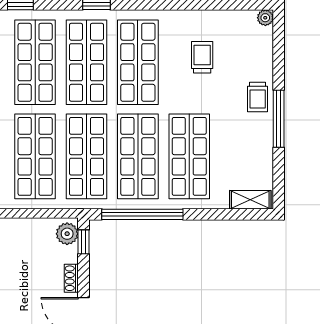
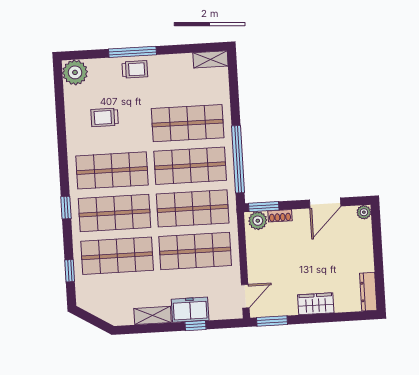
plant: (265, 18) -> (75, 72), width x1.88, depth x1.88
window: (279, 119) -> (133, 52), moved
shelving: (250, 200) -> (210, 59), moved, turned 90
window: (84, 242) -> (264, 207), width x1.50
shoe rack: (71, 278) -> (280, 216), moved

